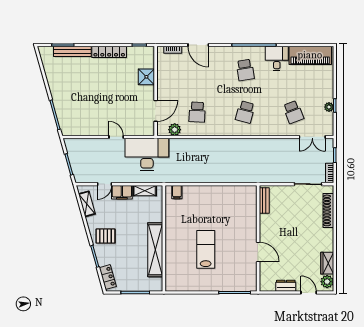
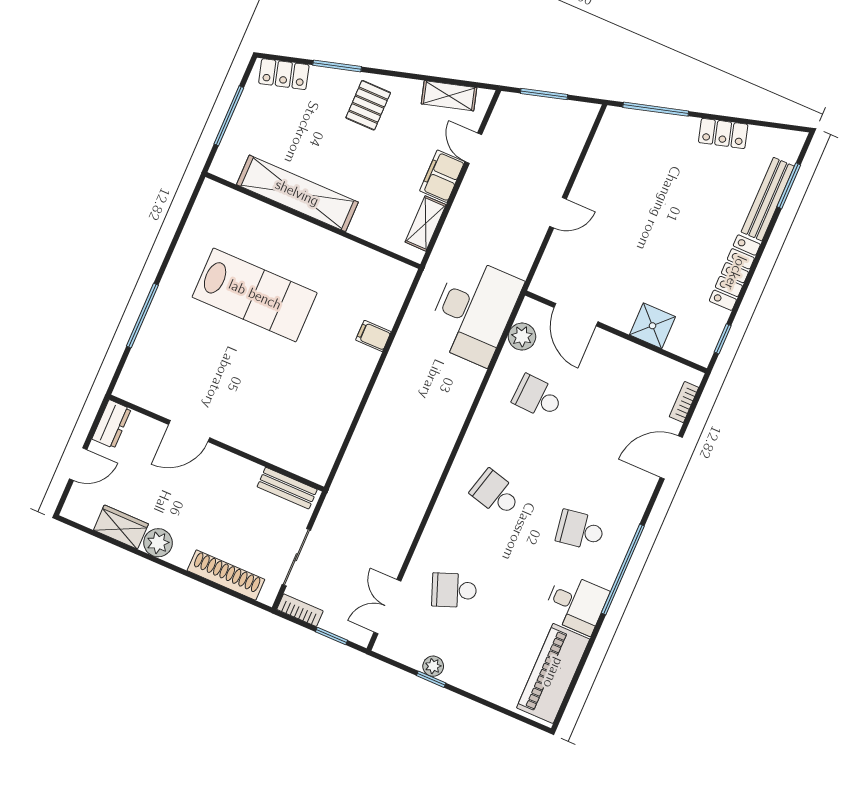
locker: (53, 82) -> (723, 133), added
desk: (147, 154) -> (474, 311), moved
filing cabinet: (177, 192) -> (373, 336), moved
bench: (264, 201) -> (287, 488), moved
wall: (258, 238) -> (217, 443), moved
lab bench: (206, 249) -> (255, 295), width x1.36, depth x1.39
door: (258, 252) -> (189, 431), moved
plant: (327, 282) -> (158, 543), moved

